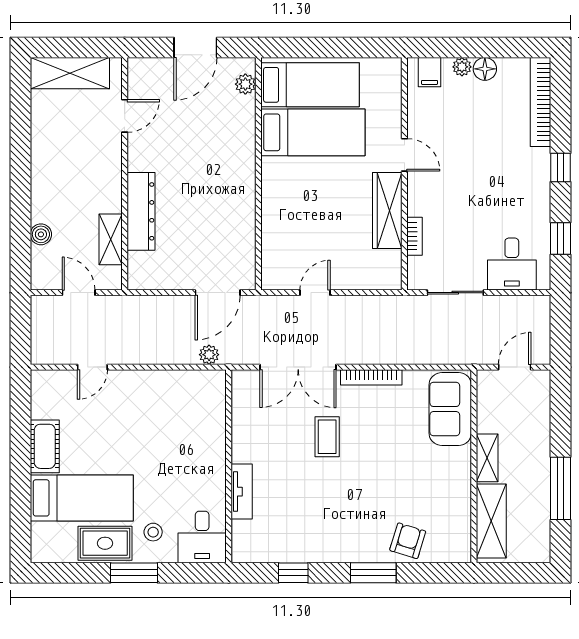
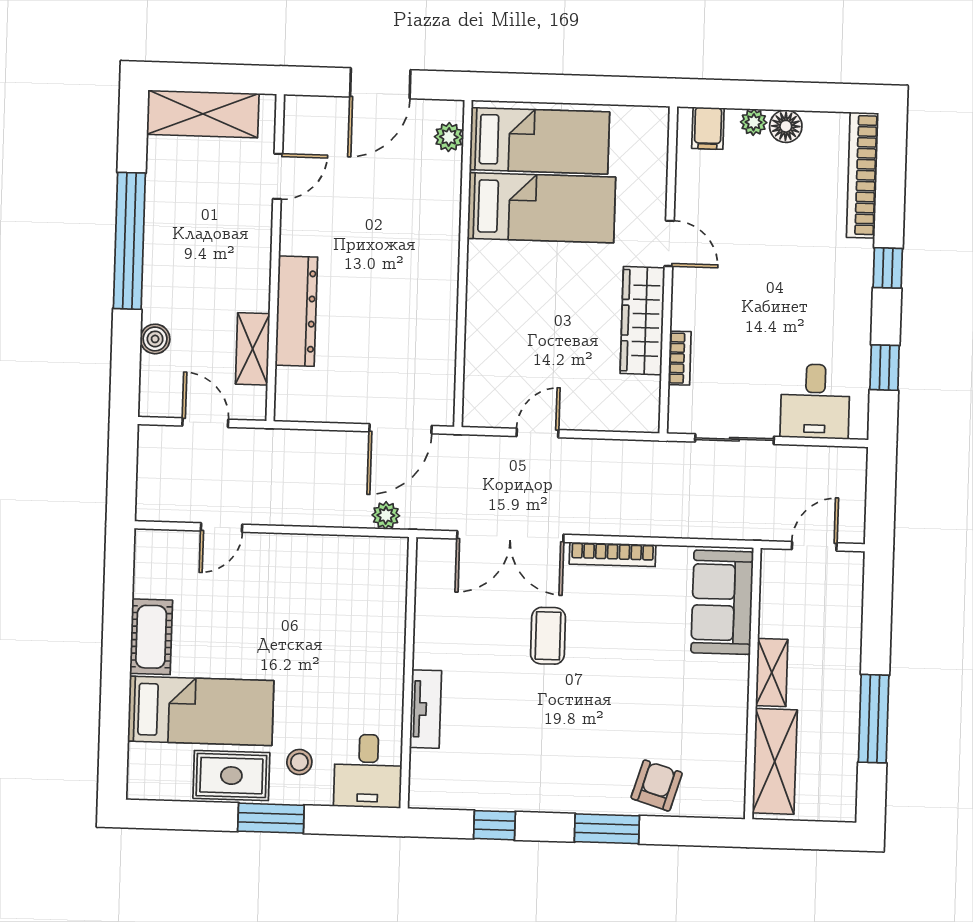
window: (20, 165) -> (129, 241), added

